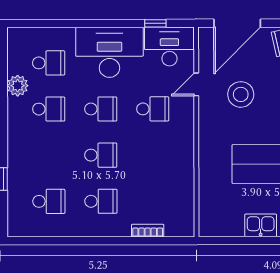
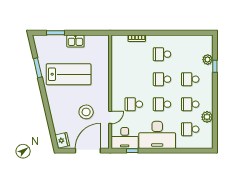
plant: (17, 191) -> (208, 60), added
school desk: (49, 201) -> (190, 79), moved

